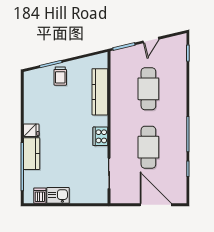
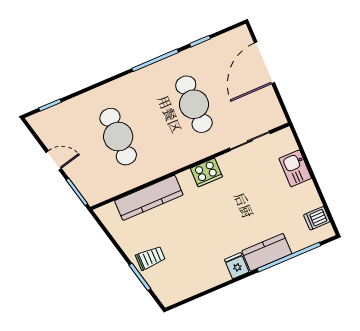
cafe table: (148, 89) -> (118, 137), turned 90
cafe table: (148, 147) -> (194, 104), turned 90
kitchen sink: (58, 195) -> (295, 168), moved

